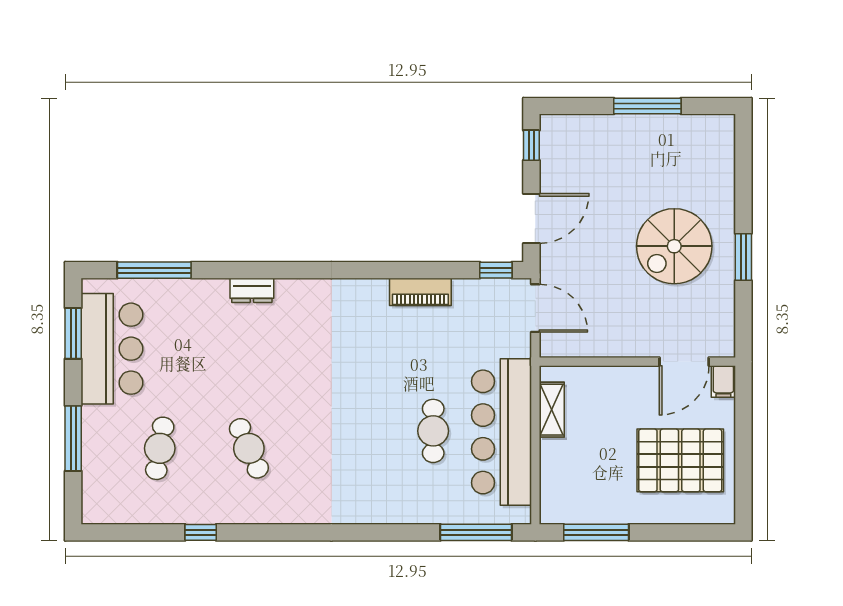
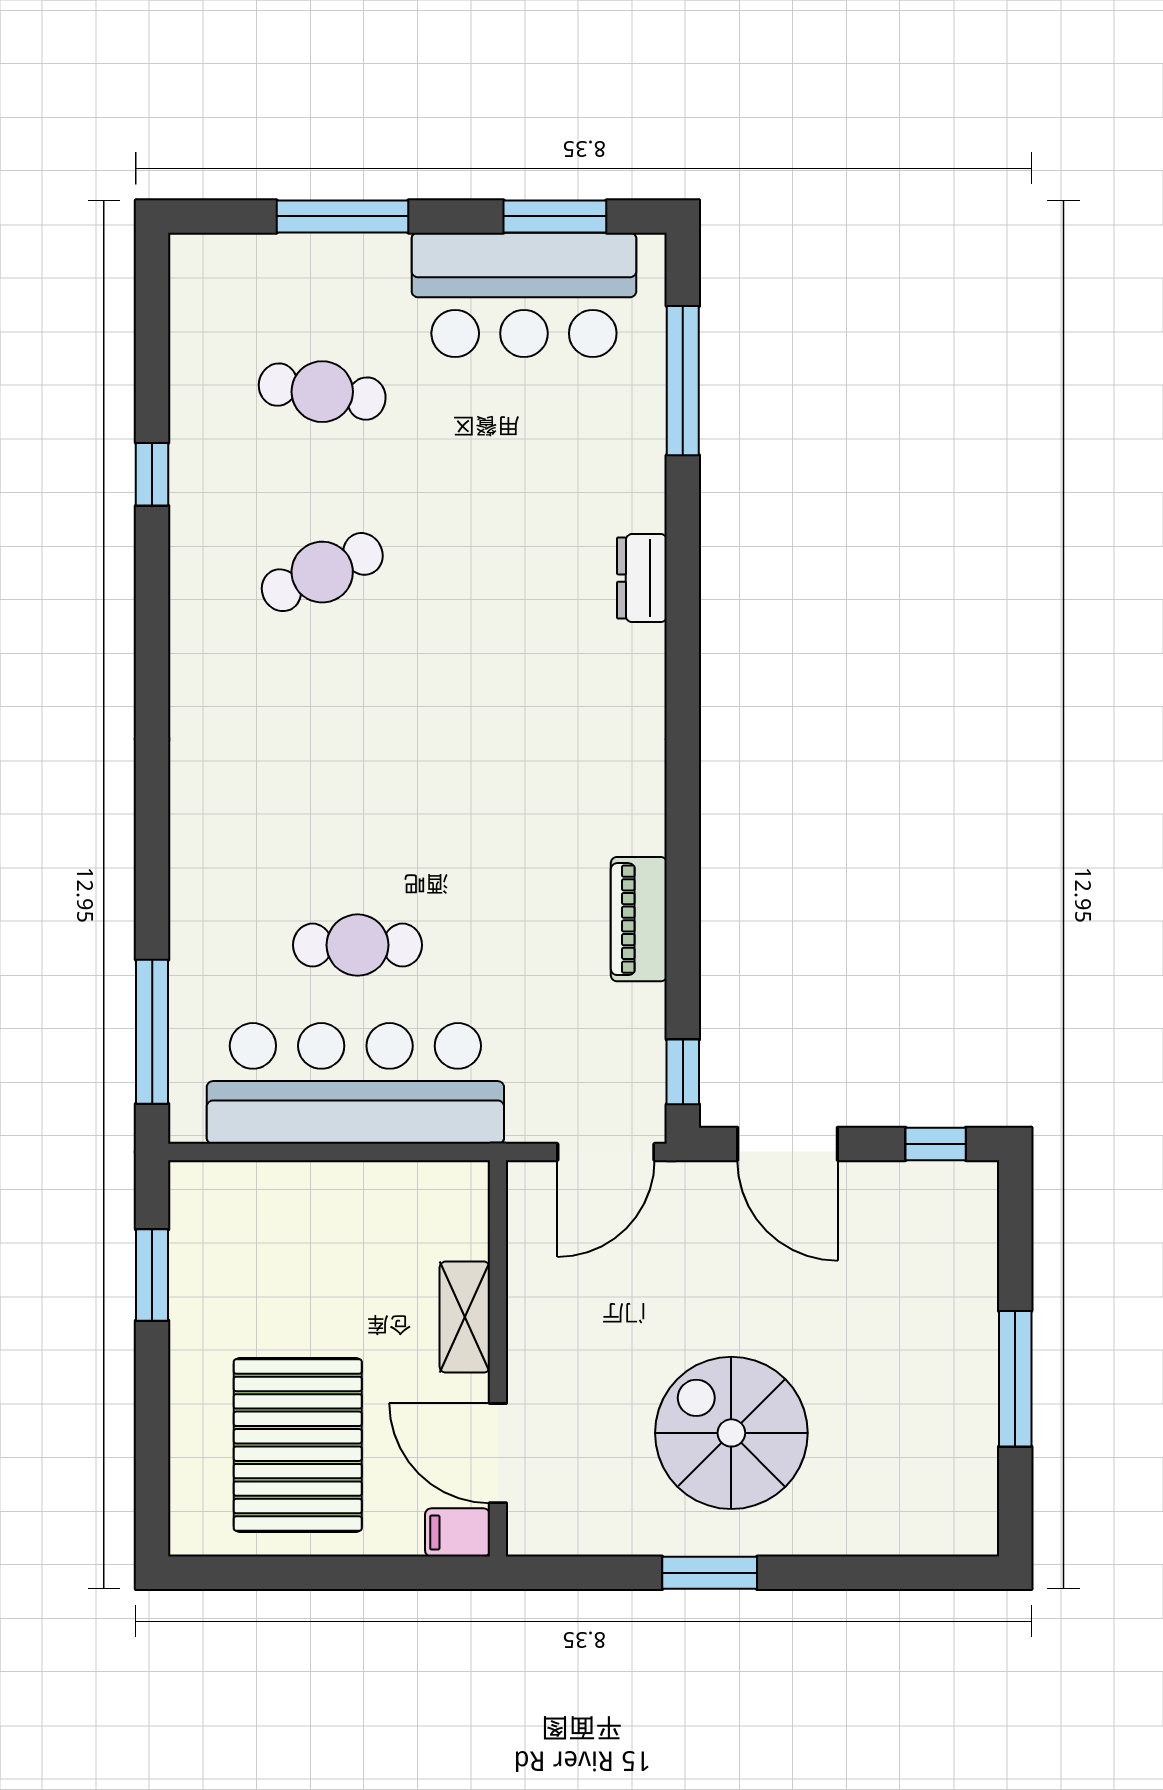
shelving: (552, 410) -> (465, 1317), moved, turned 90
window: (596, 532) -> (152, 1275), width x0.69

